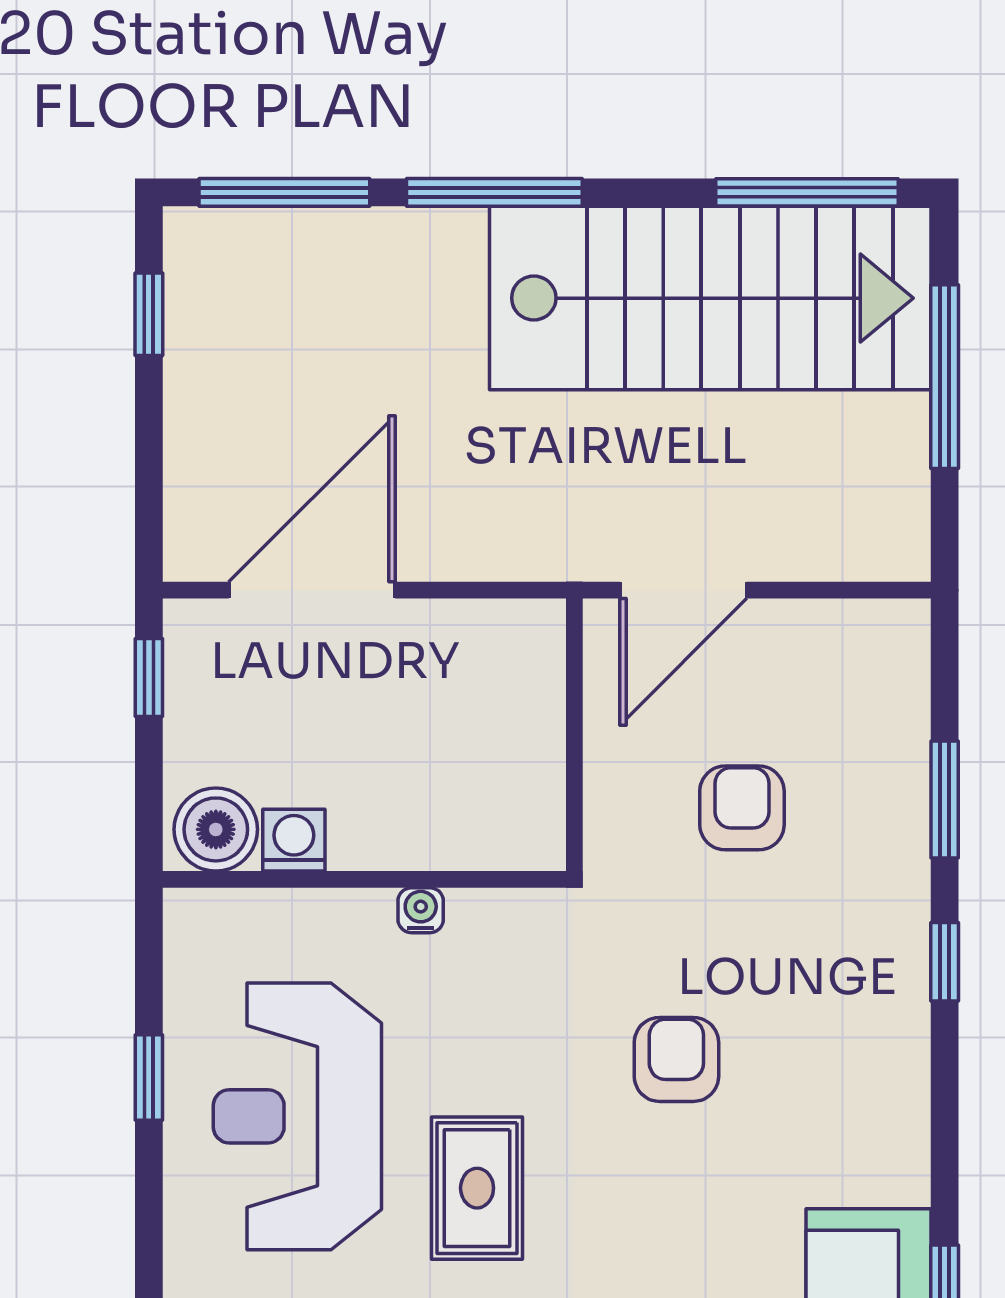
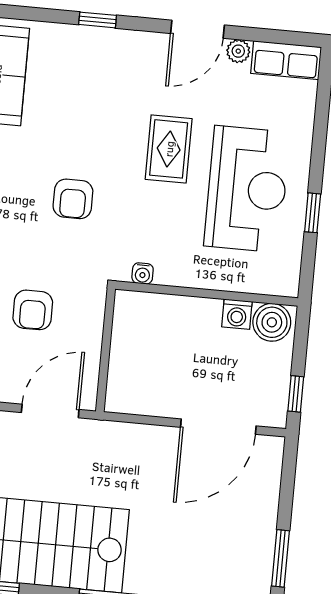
window: (149, 314) -> (280, 558), width x1.50
water cooler: (421, 910) -> (143, 273), moved

